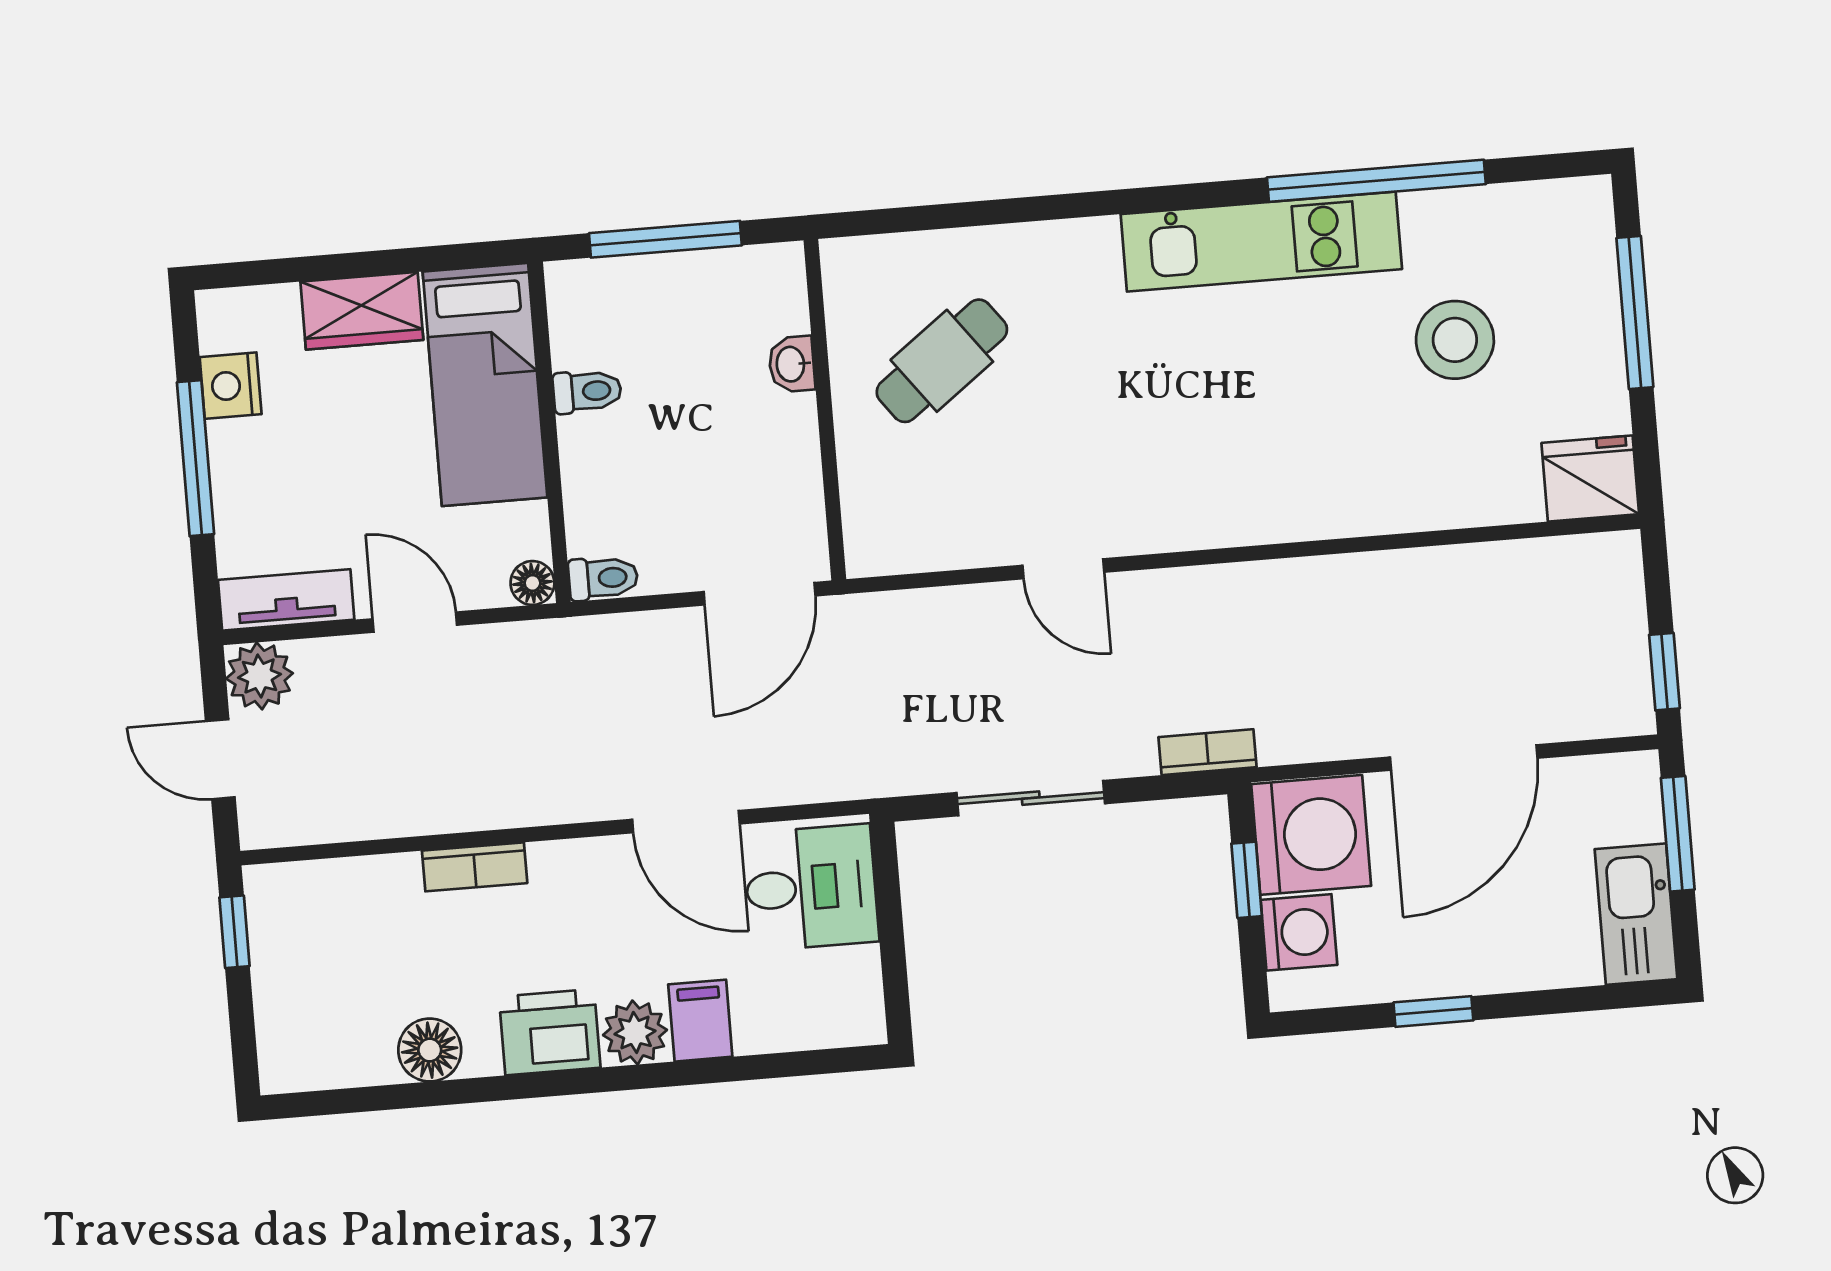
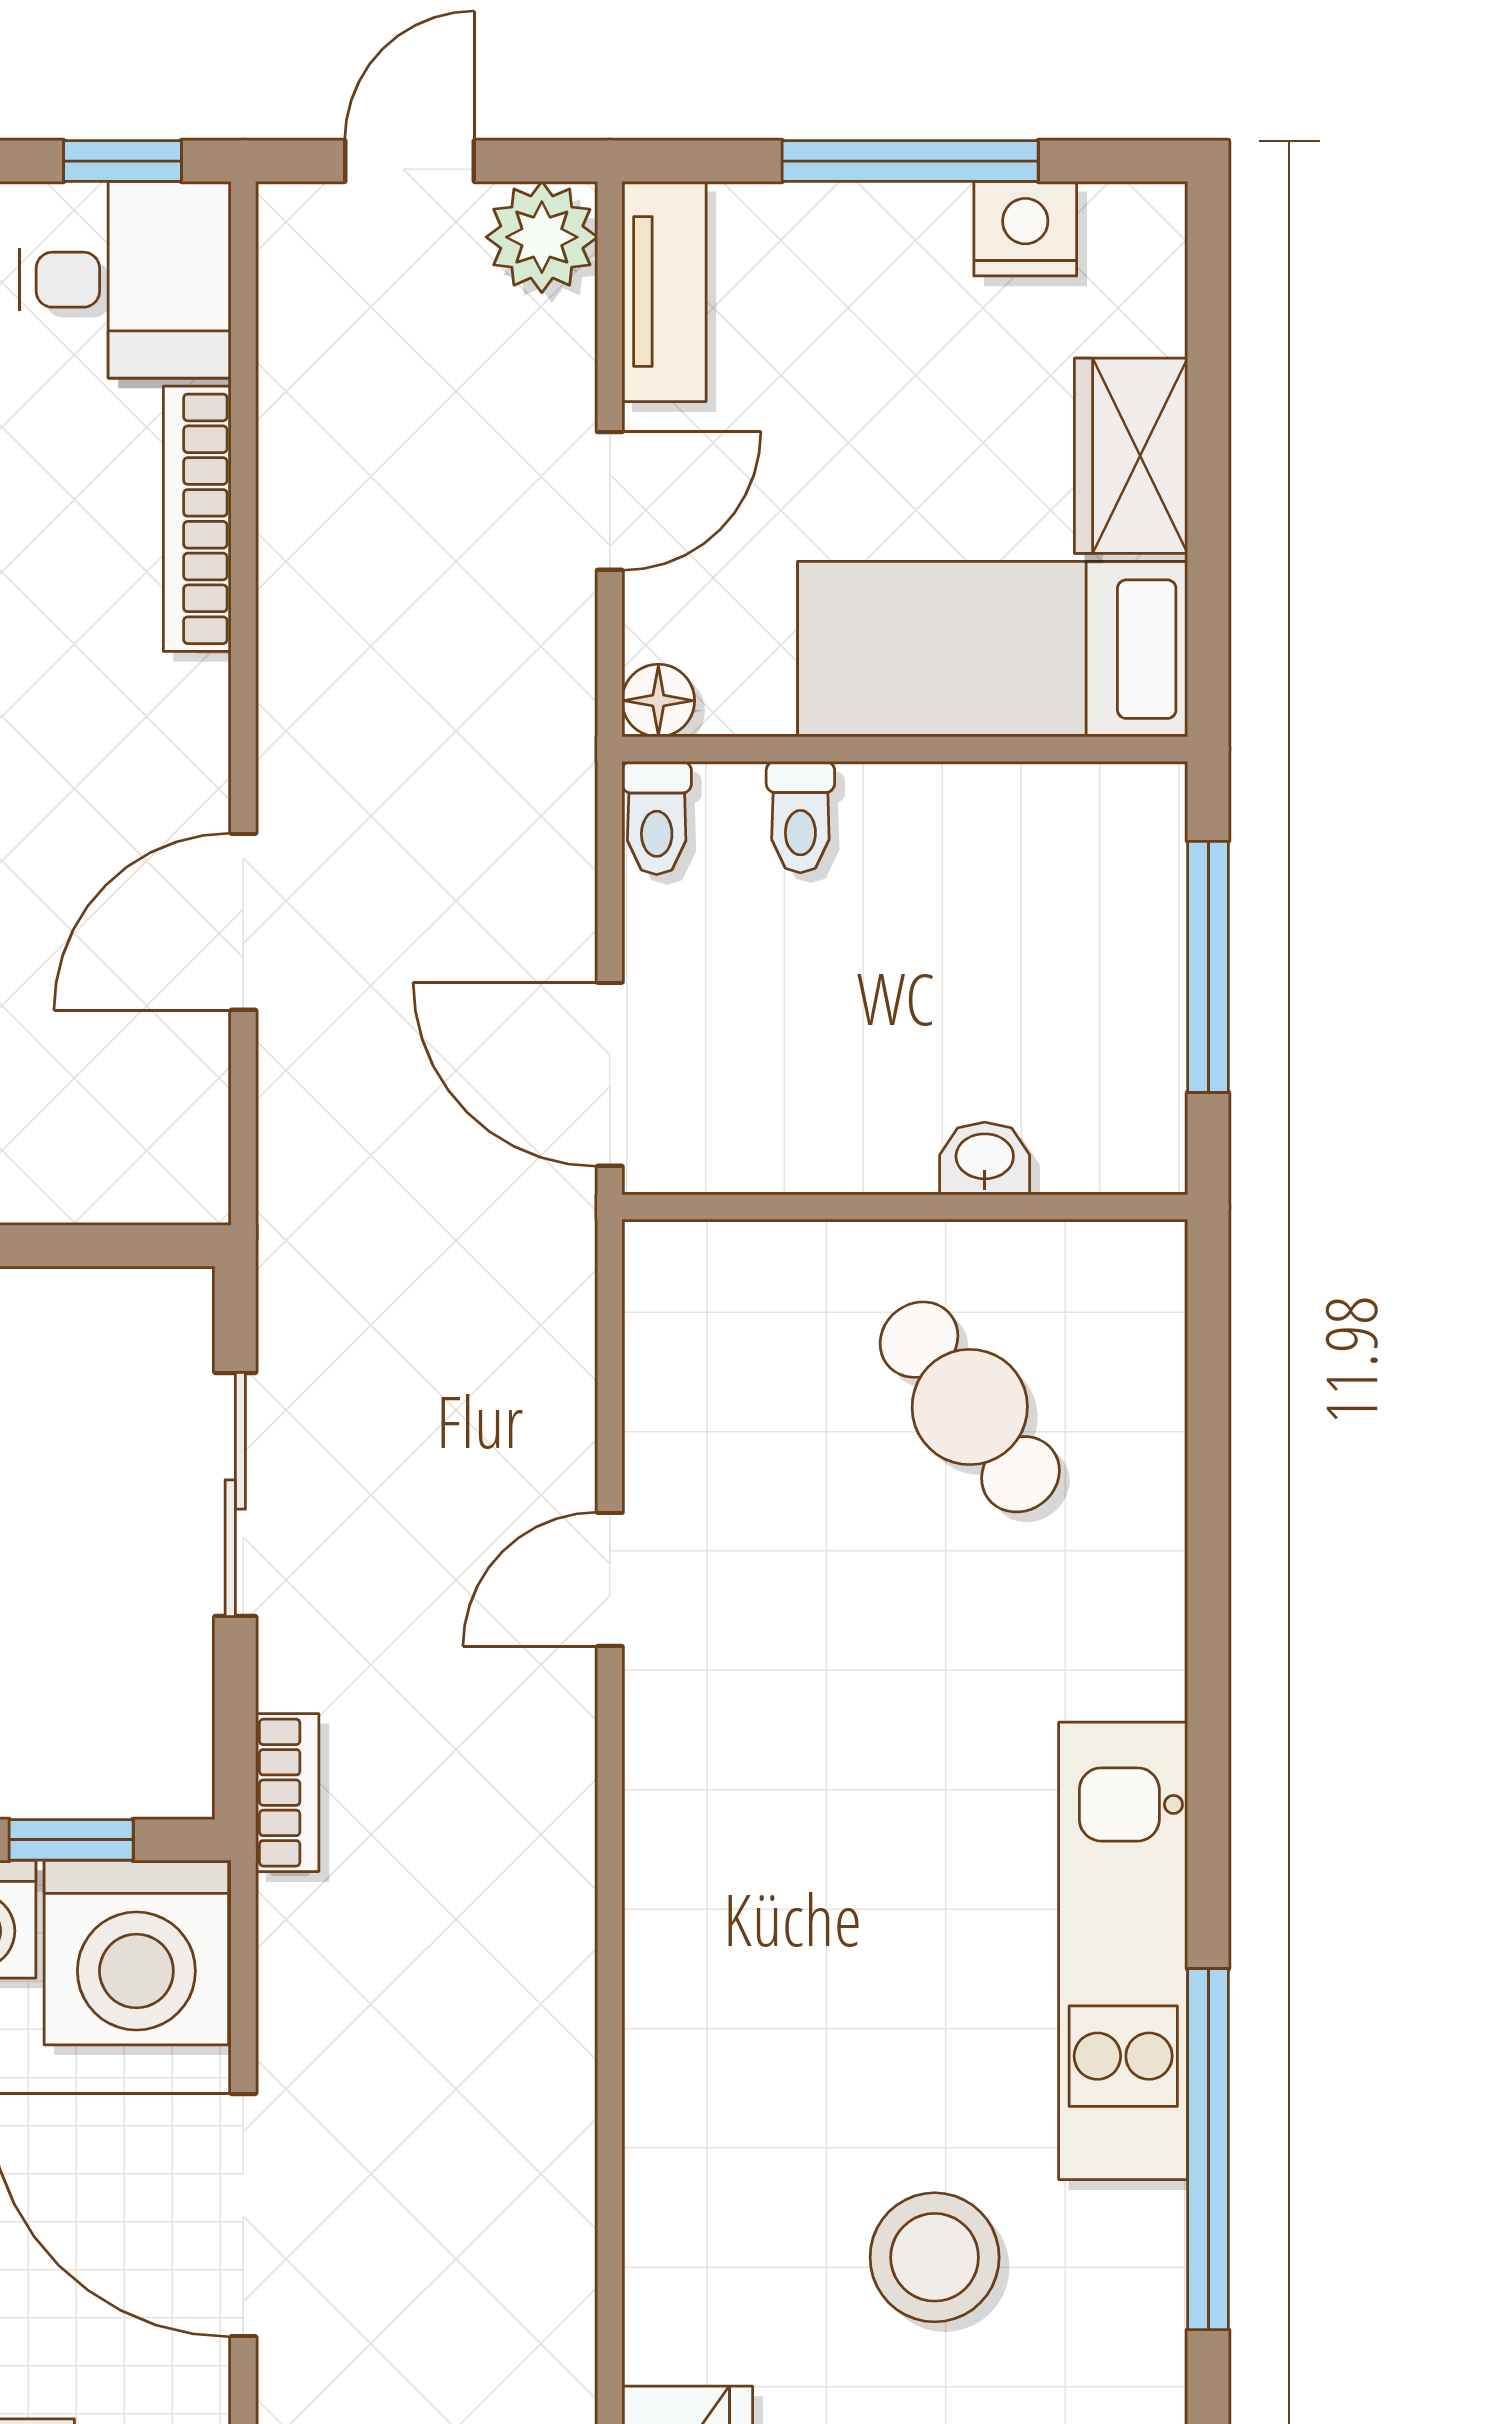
toilet: (587, 391) -> (800, 817), moved
bookcase: (475, 867) -> (197, 519), width x1.56
desk: (811, 887) -> (125, 280), moved, turned -90

